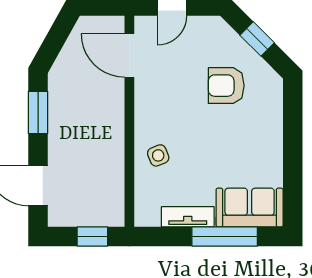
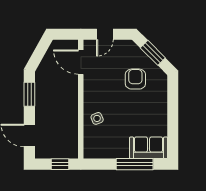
window: (257, 39) -> (153, 53), width x1.50
armchair: (226, 86) -> (135, 79), turned 90
tv unit: (188, 217) -> (114, 153), removed

